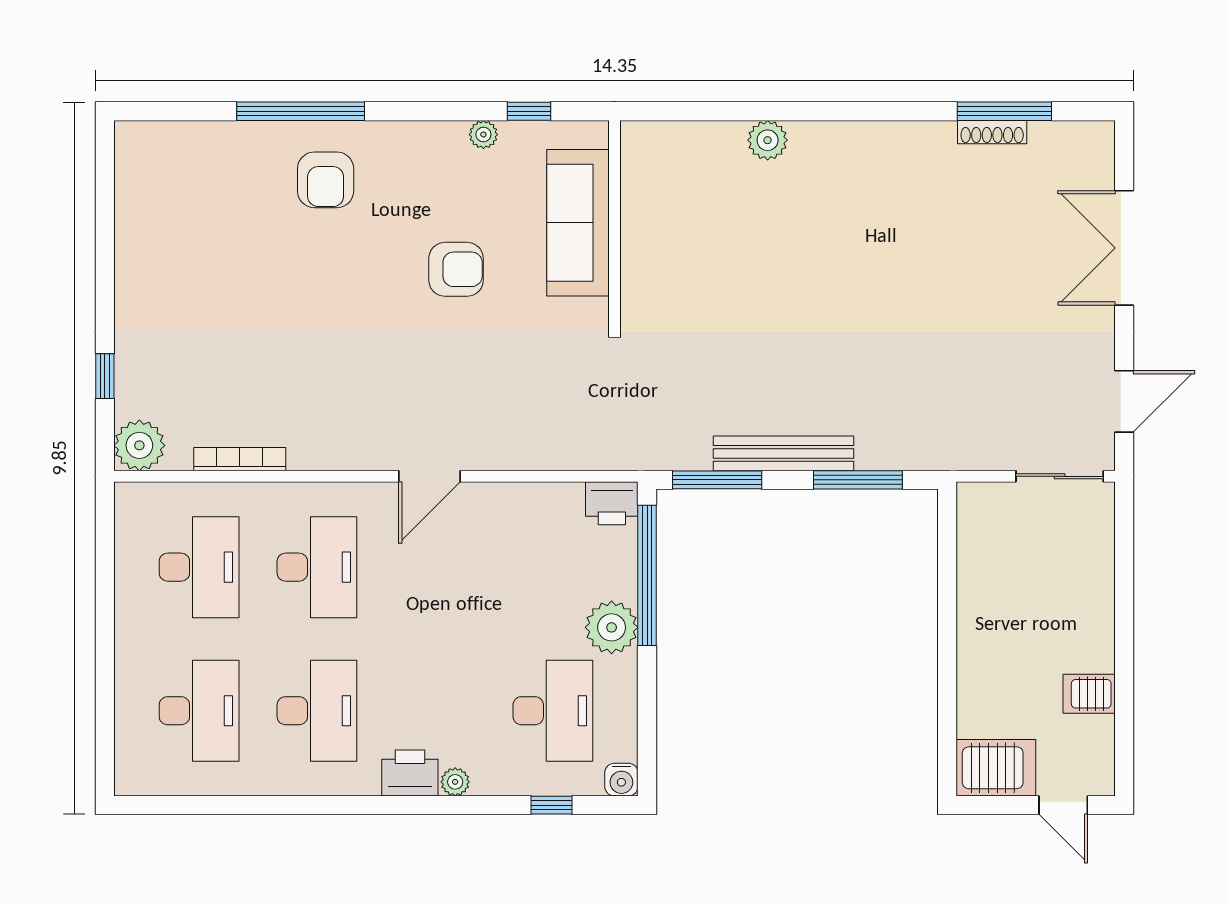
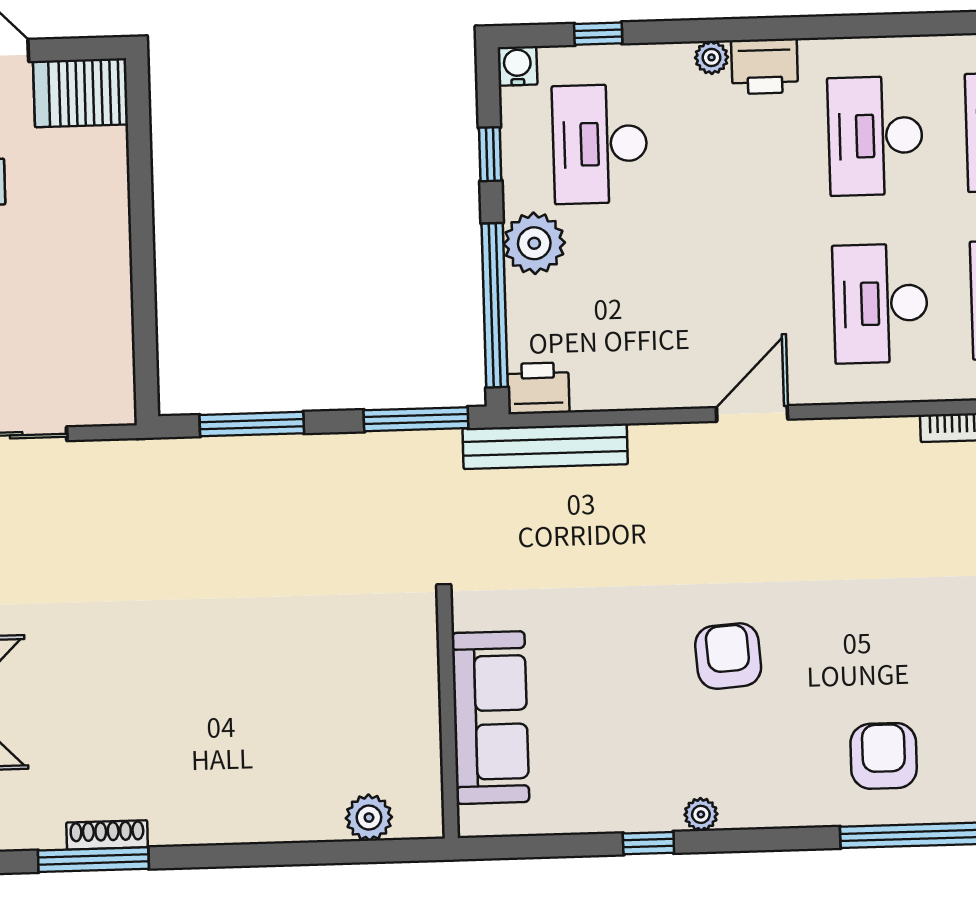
sofa: (578, 223) -> (490, 718), moved
wall: (615, 223) -> (448, 718), moved
armchair: (456, 269) -> (728, 656), turned 86
bench: (783, 453) -> (545, 446), moved
window: (647, 705) -> (490, 154), added

